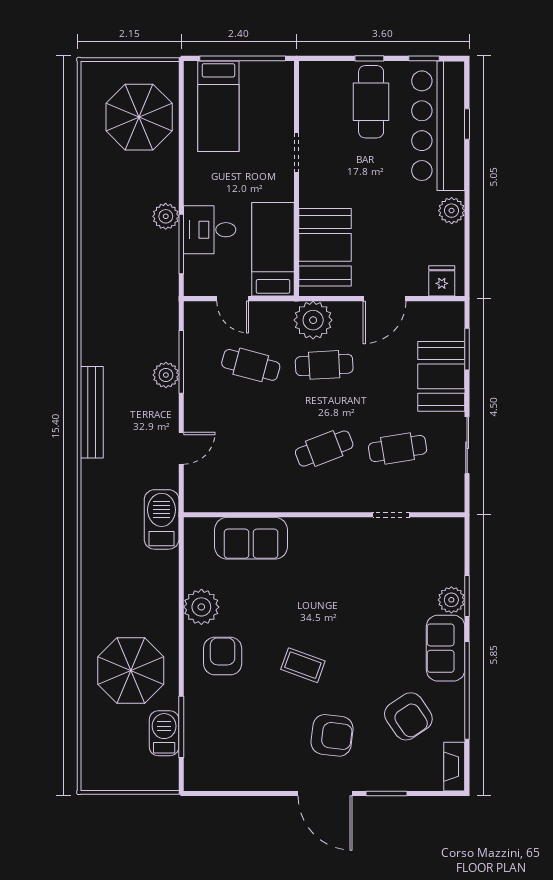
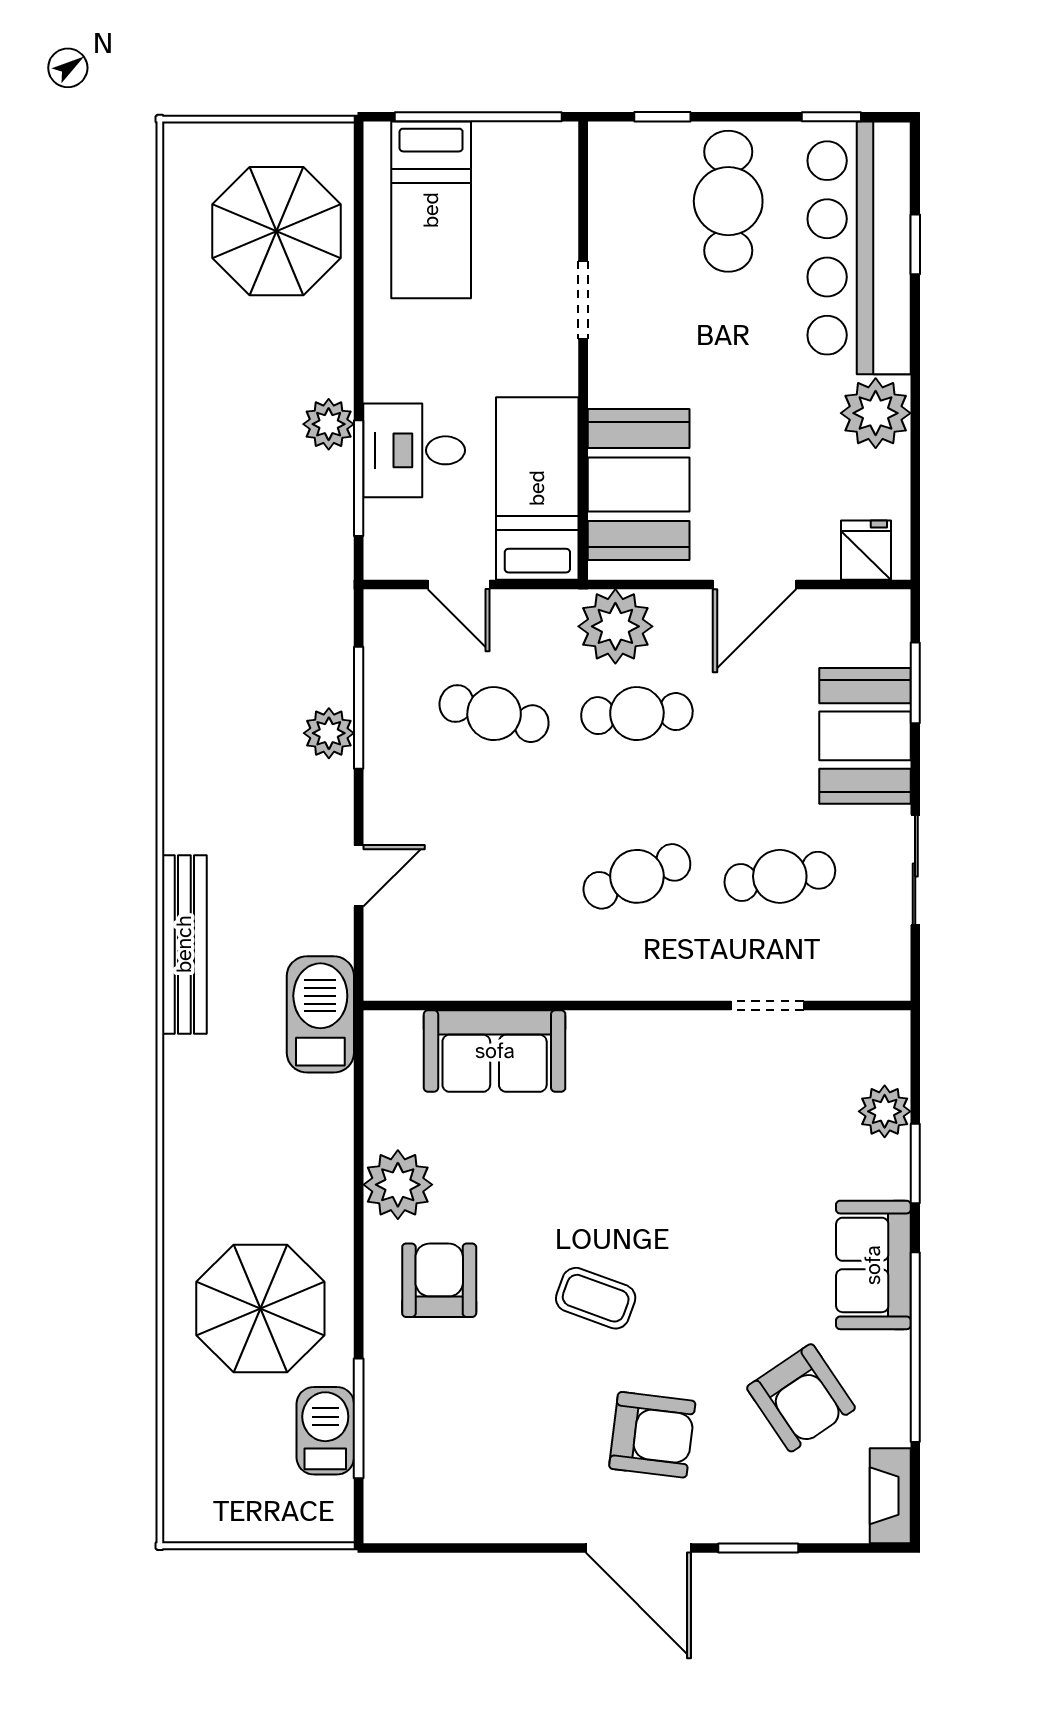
window: (369, 58) -> (662, 117), moved
plant: (452, 211) -> (876, 413), width x1.36, depth x1.36
bench: (92, 412) -> (184, 944), moved
plant: (451, 600) -> (885, 1111), moved

